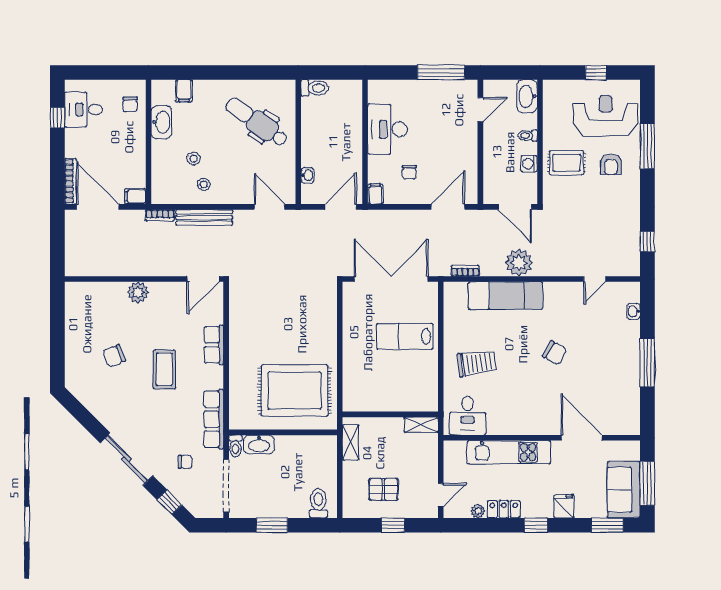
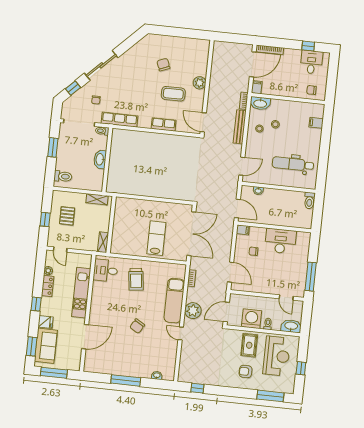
reception desk: (606, 116) -> (277, 356), moved
washbasin: (161, 122) -> (260, 103), moved
dental chair: (257, 122) -> (293, 164), turned -125
window: (647, 146) -> (270, 396), moved
washing machine: (529, 164) -> (251, 319), width x1.89, depth x1.89
door: (595, 279) -> (181, 334), moved
coffee table: (164, 369) -> (173, 94), moved
rug: (295, 391) -> (131, 169), removed
washbasin: (259, 444) -> (100, 159), moved
sofa: (624, 490) -> (46, 346), moved, turned 90

